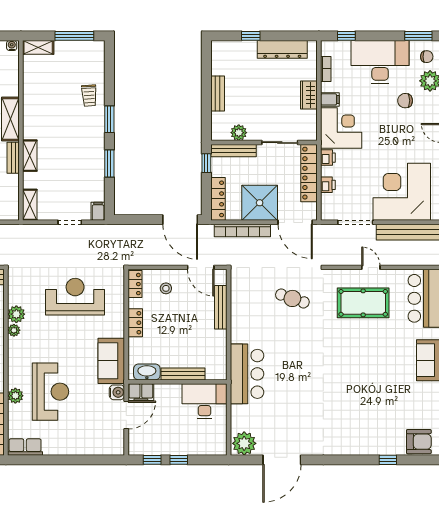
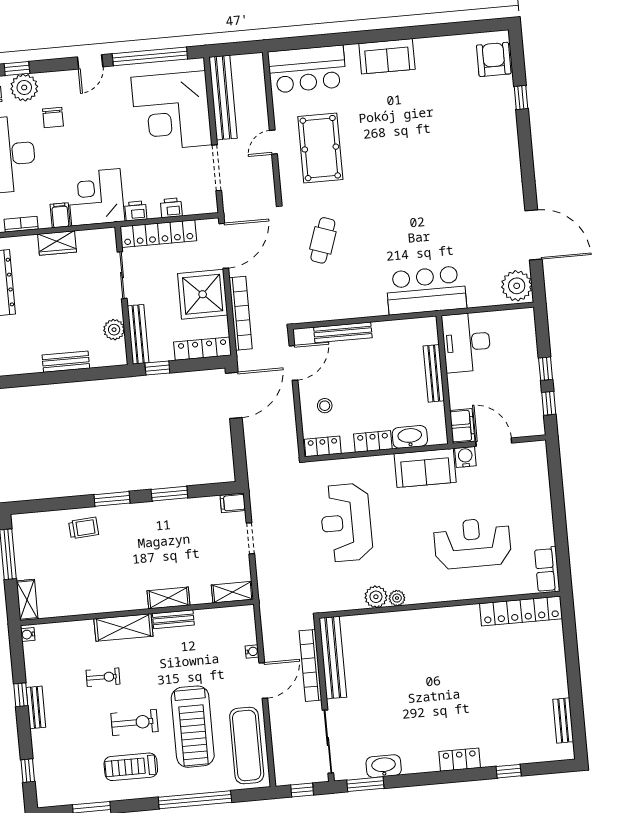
washbasin: (147, 372) -> (410, 437), moved, turned 90
plant: (15, 396) -> (482, 588), removed

